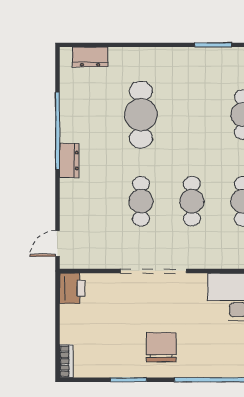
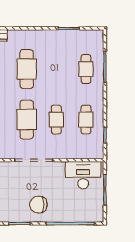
cafe table: (141, 201) -> (27, 119), width x1.37, depth x1.35
chair: (161, 347) -> (38, 205), turned -90

